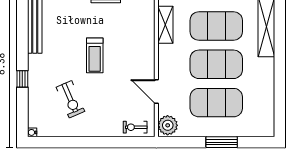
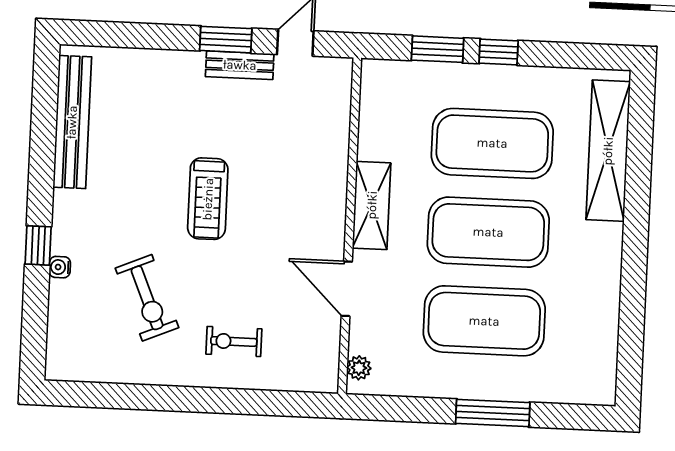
shelving: (165, 25) -> (372, 205), moved
plant: (168, 125) -> (359, 368), width x0.53, depth x0.53
exercise bike: (135, 127) -> (234, 341), moved
water cooler: (32, 132) -> (60, 267), moved

